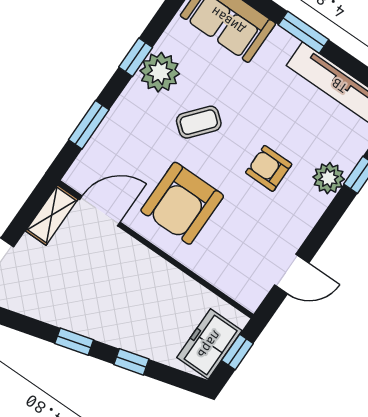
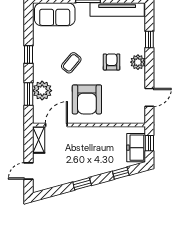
plant: (160, 72) -> (42, 91), moved
armchair: (269, 168) -> (112, 62), turned 90
plant: (329, 178) -> (138, 62), moved
window: (131, 362) -> (121, 173), moved

